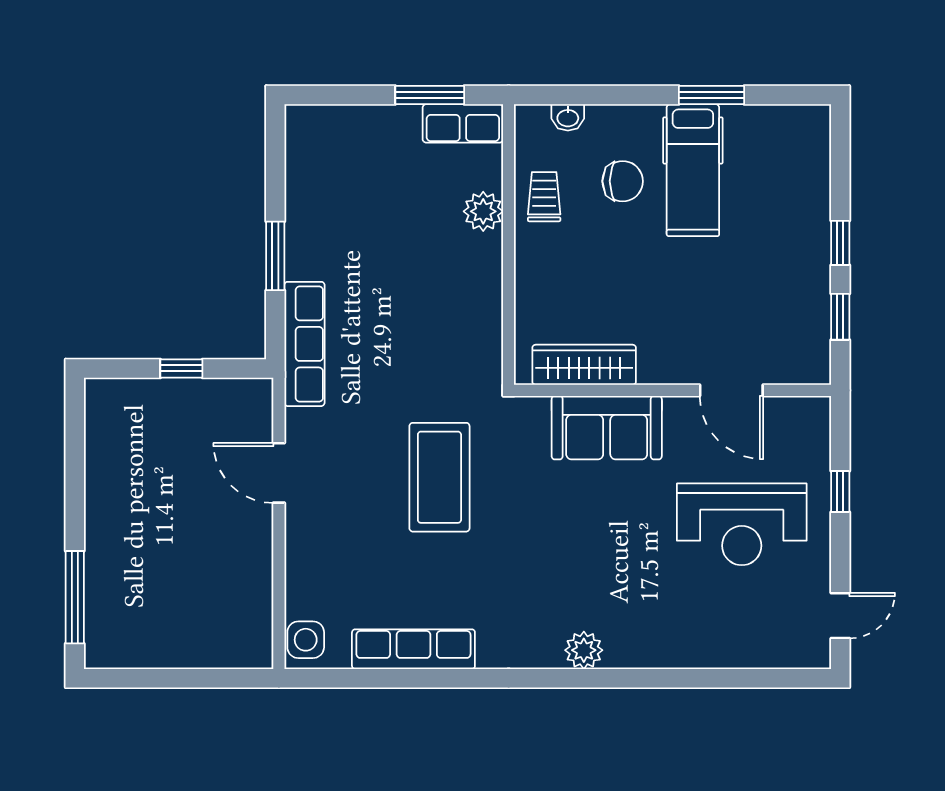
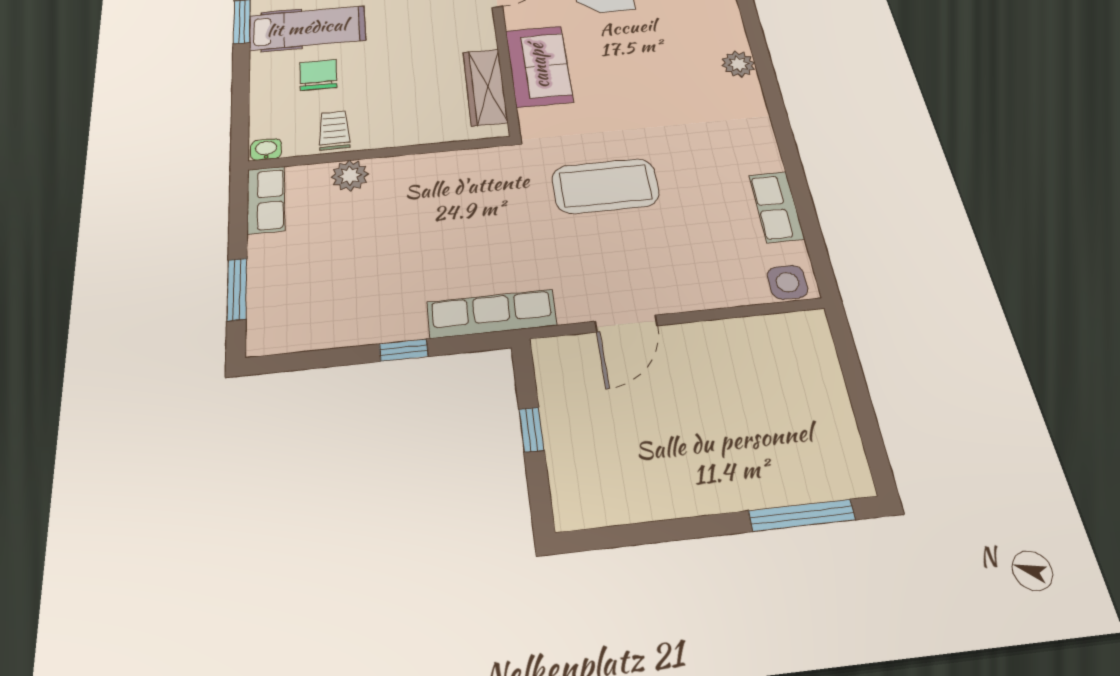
window: (430, 95) -> (237, 289), moved
washbasin: (568, 117) -> (266, 149), moved, turned -90
trolley: (544, 197) -> (334, 130), turned 90
window: (275, 256) -> (404, 350), width x0.67
row of seats: (413, 649) -> (776, 207), width x0.68

